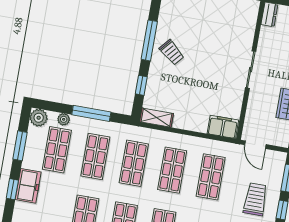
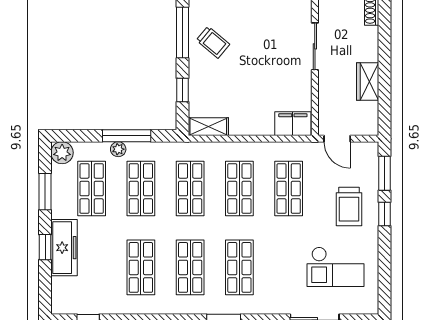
plant: (64, 119) -> (118, 149), moved
freezer: (28, 186) -> (64, 248), width x1.40
trolley: (255, 199) -> (349, 207), turned 180

